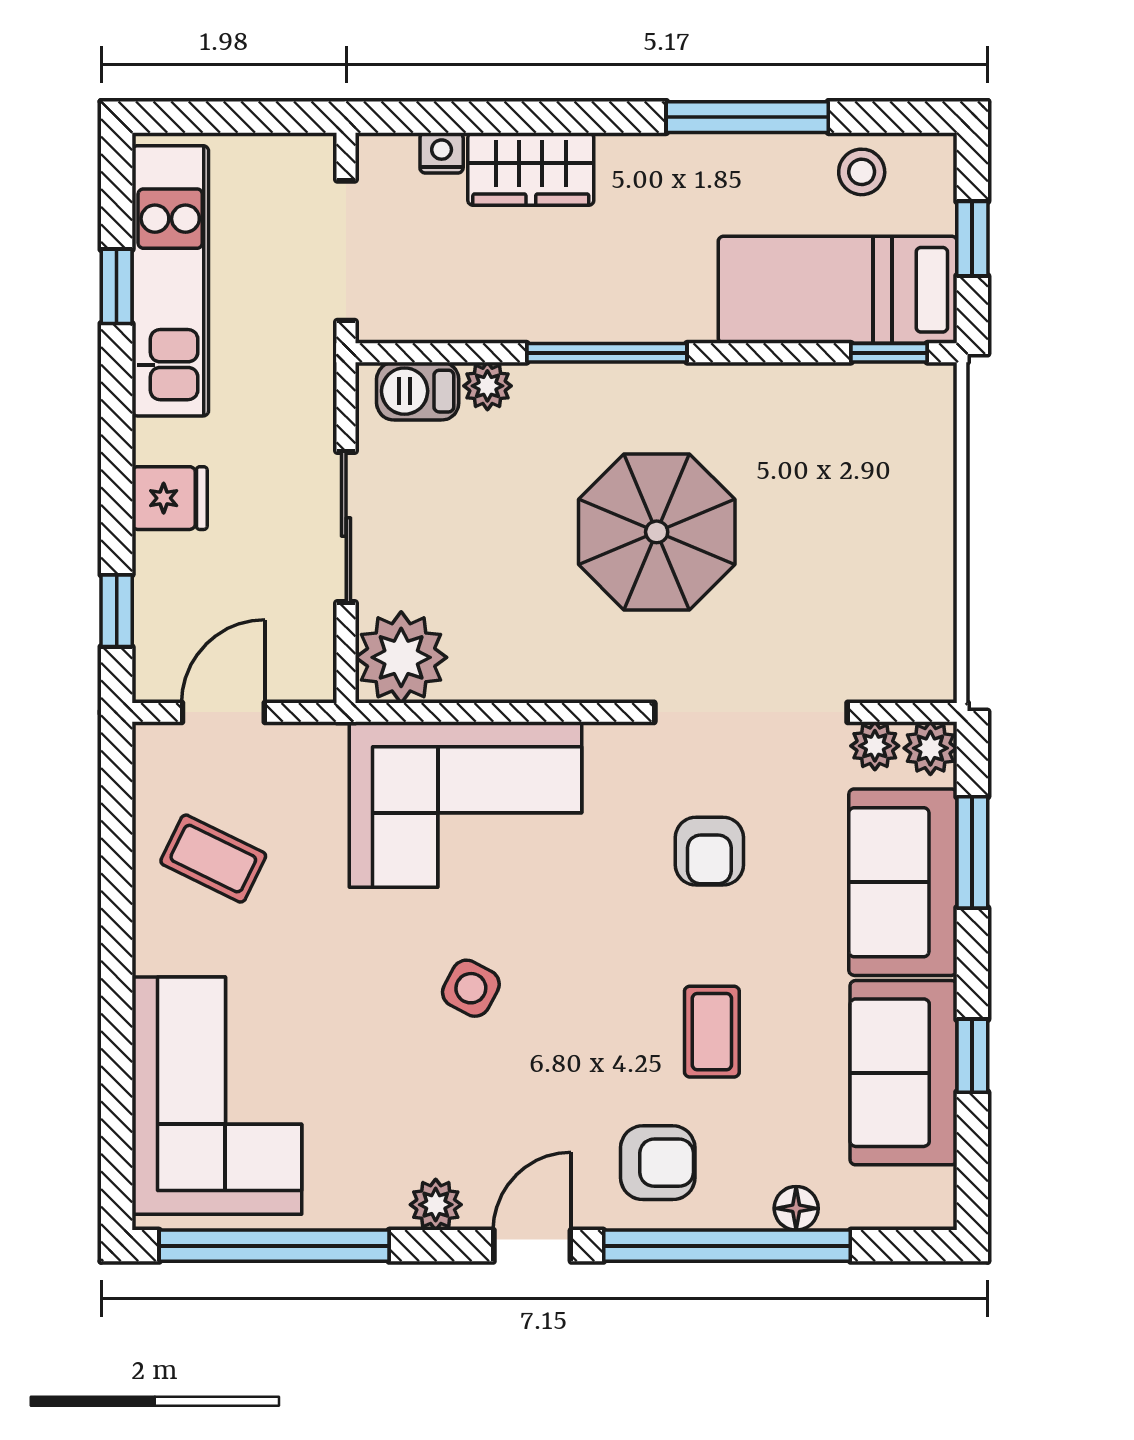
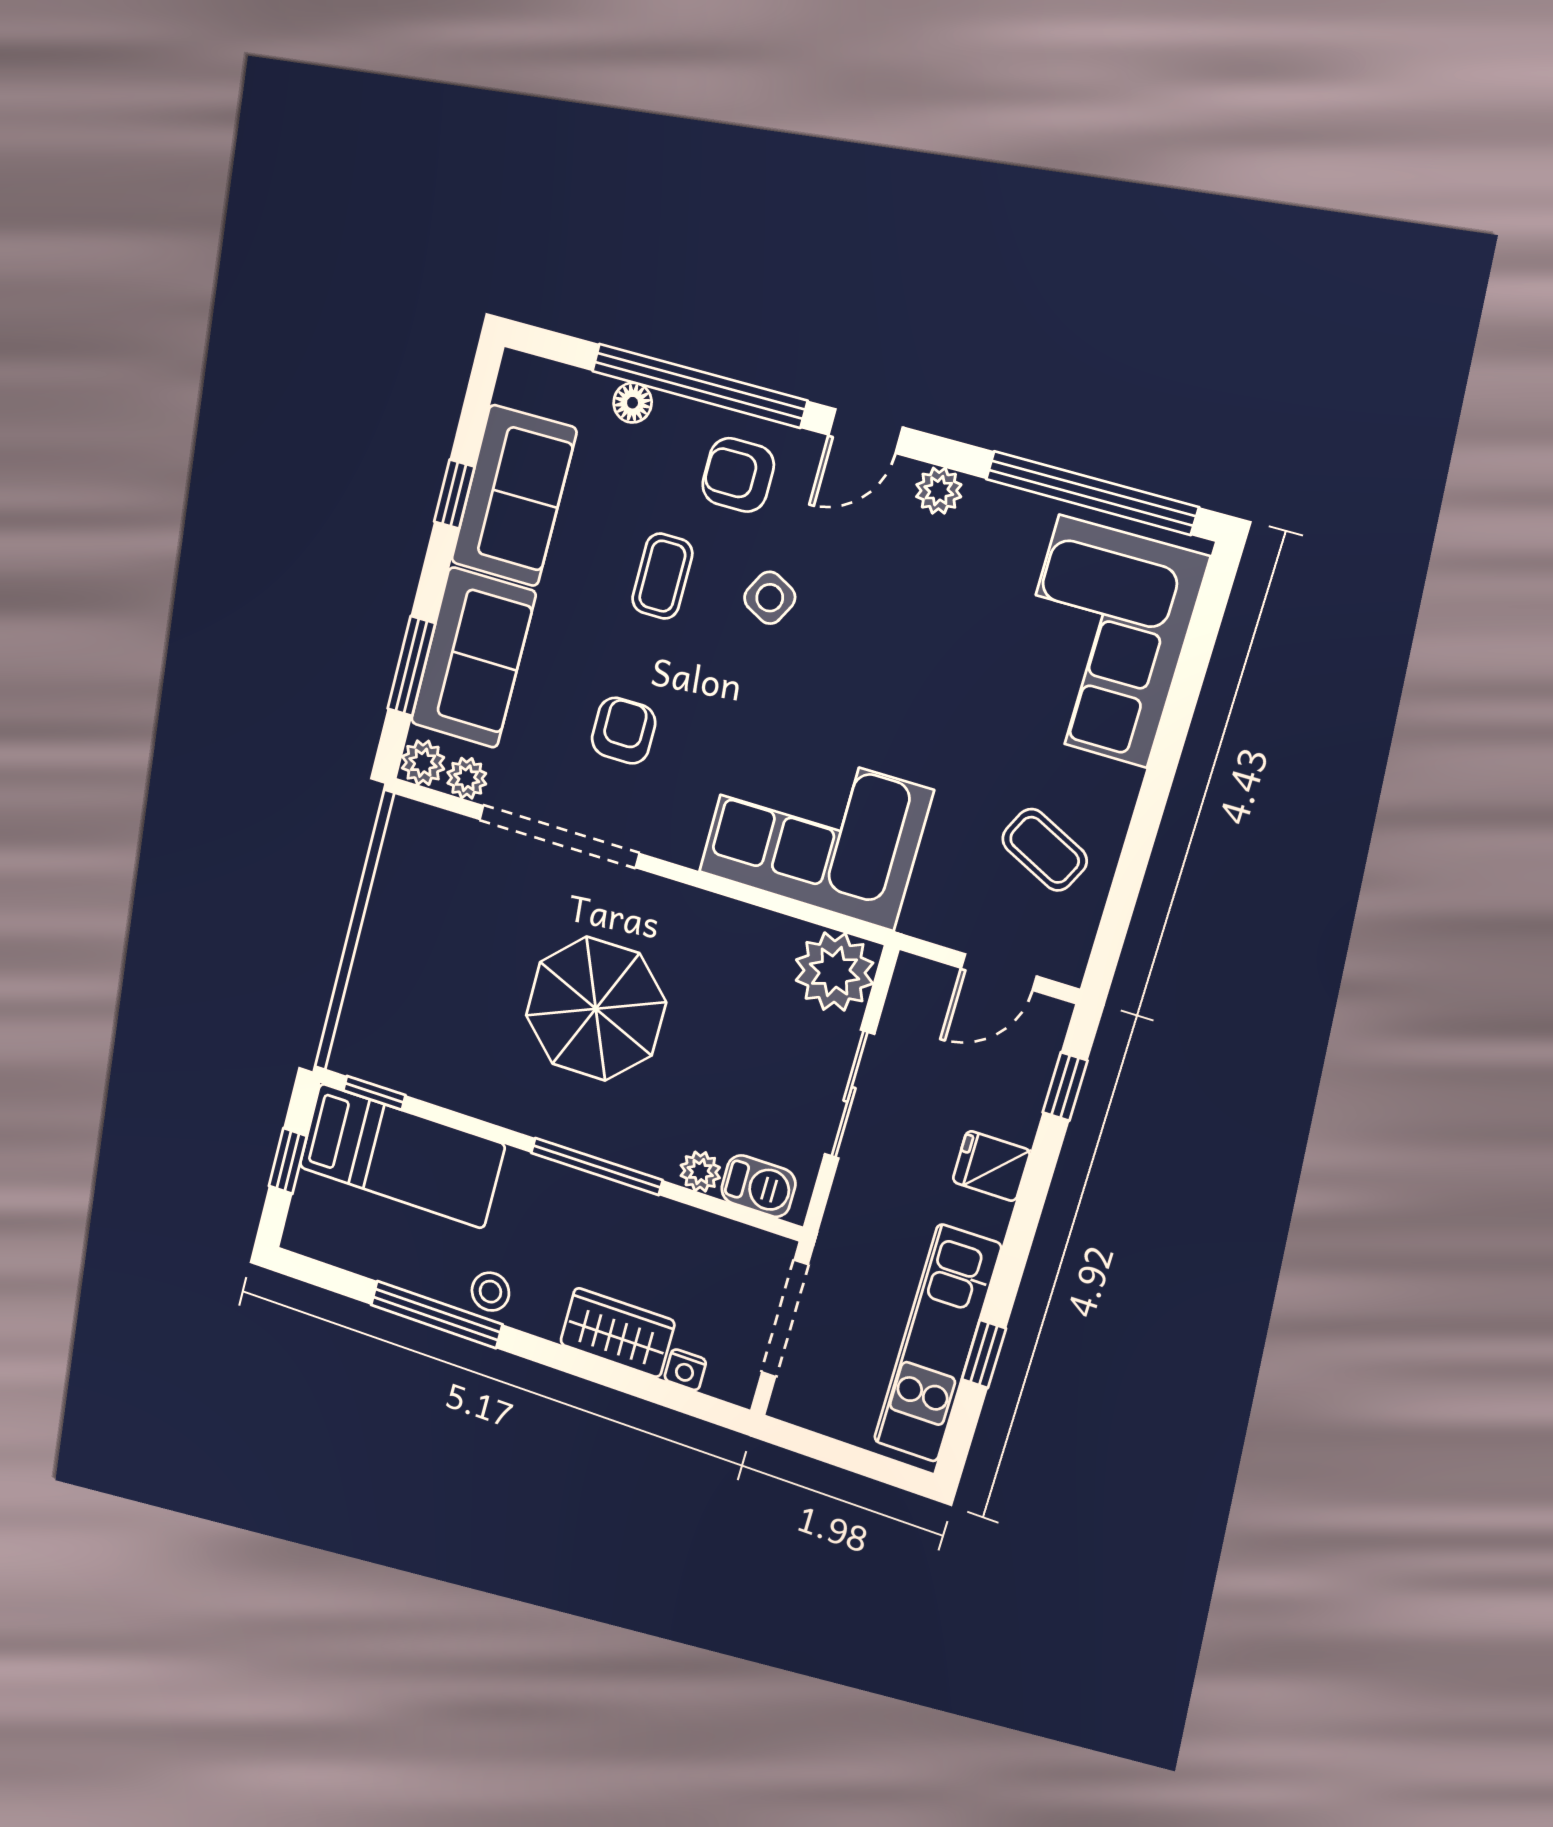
stool: (862, 172) -> (490, 1292), moved
side table: (471, 988) -> (770, 598), moved

